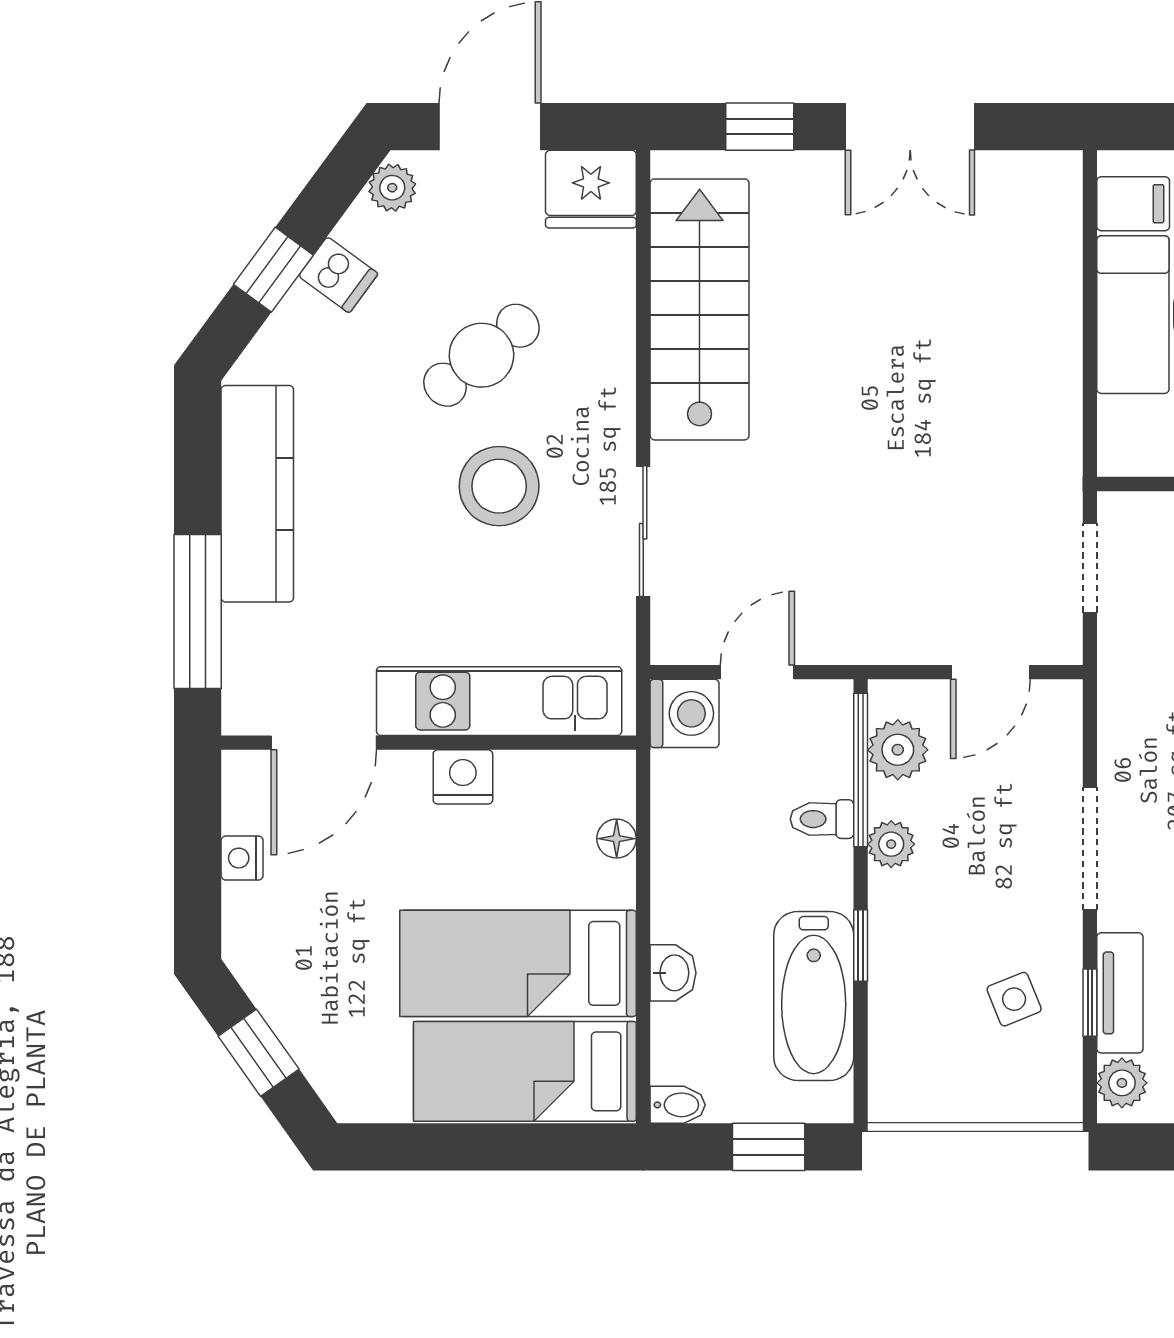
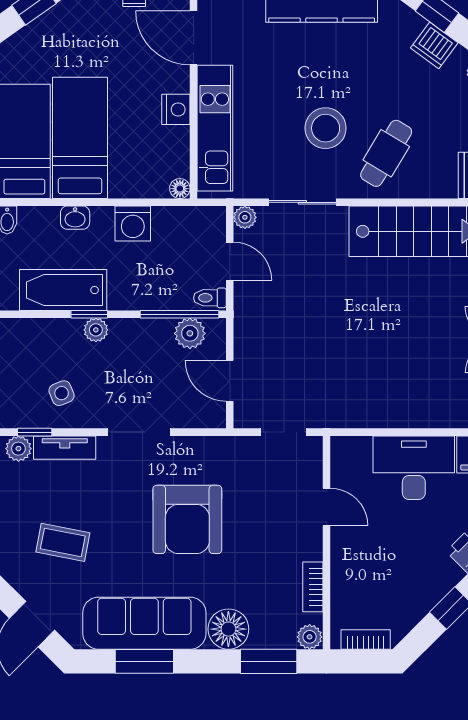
dishwasher: (338, 275) -> (434, 45), width x1.38
cafe table: (481, 355) -> (386, 153), moved, turned 70
plant: (672, 643) -> (245, 217), added
washing machine: (685, 713) -> (133, 224), moved
toilet: (822, 819) -> (210, 298), moved, turned -90
floor lamp: (617, 839) -> (180, 189), moved
plant: (891, 844) -> (96, 330), moved
window: (1090, 1003) -> (35, 432), moved

